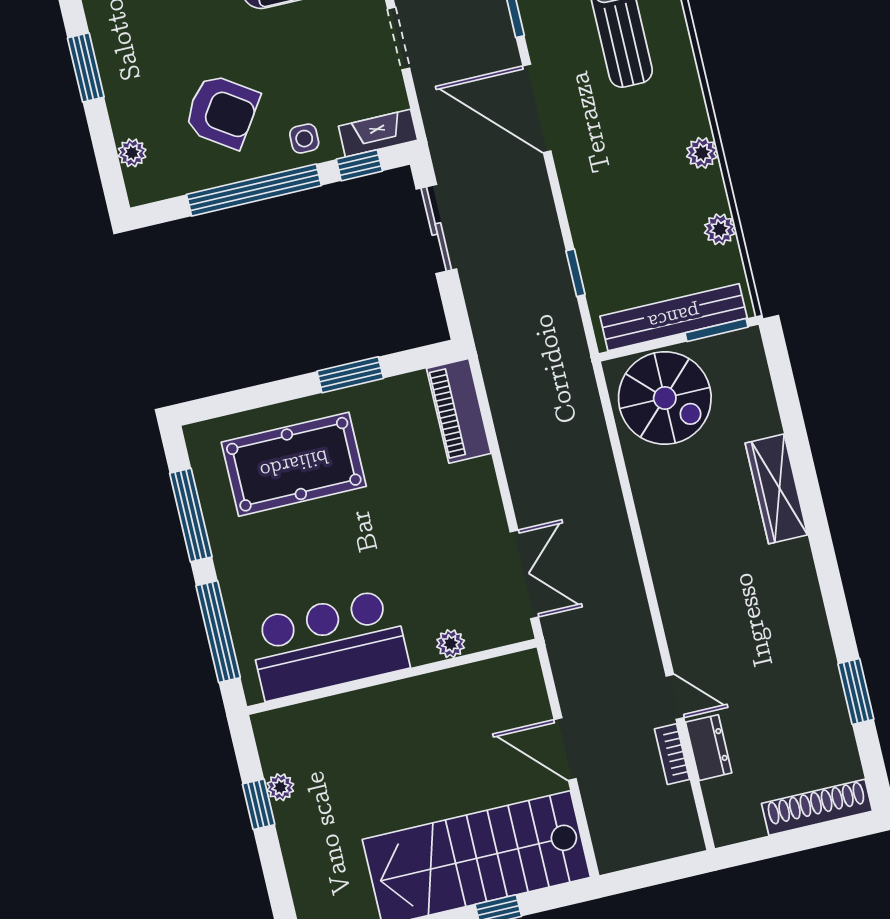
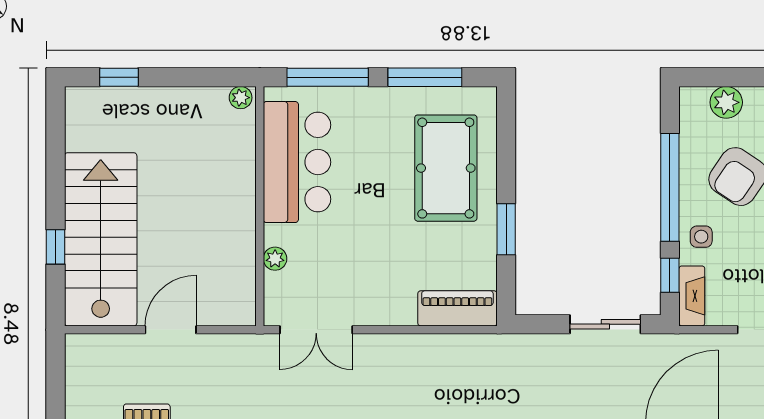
plant: (132, 153) -> (726, 102), width x1.38, depth x1.38
plant: (280, 787) -> (241, 98), moved
window: (259, 804) -> (119, 77), moved

